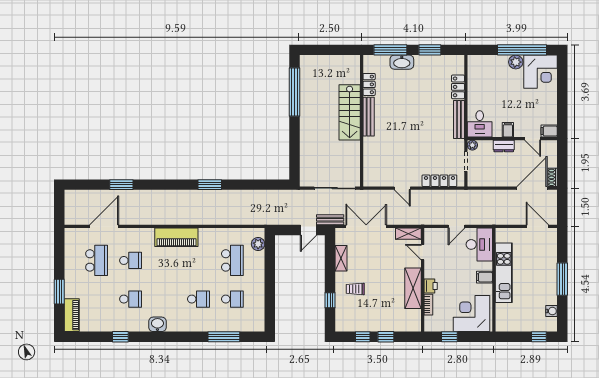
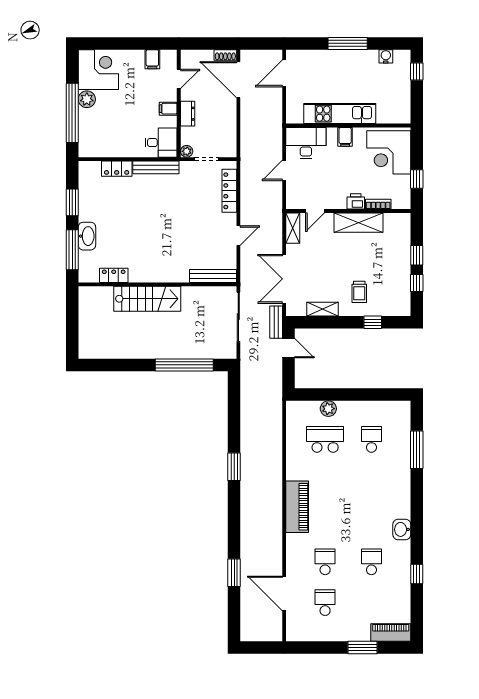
window: (522, 50) -> (72, 113), moved
window: (294, 92) -> (184, 365), moved
bench: (369, 117) -> (213, 276), moved
filing cabinet: (549, 131) -> (152, 59), moved
door: (457, 226) -> (284, 170), swing flipped
plant: (258, 244) -> (328, 409), moved
school desk: (97, 260) -> (325, 603), width x0.54
school desk: (198, 299) -> (371, 480), removed

